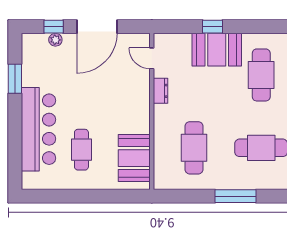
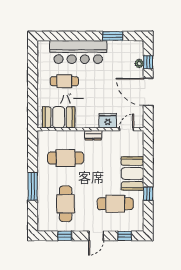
window: (212, 27) -> (148, 194), moved
fridge: (139, 86) -> (108, 121), added
dresser: (161, 91) -> (93, 135), moved

